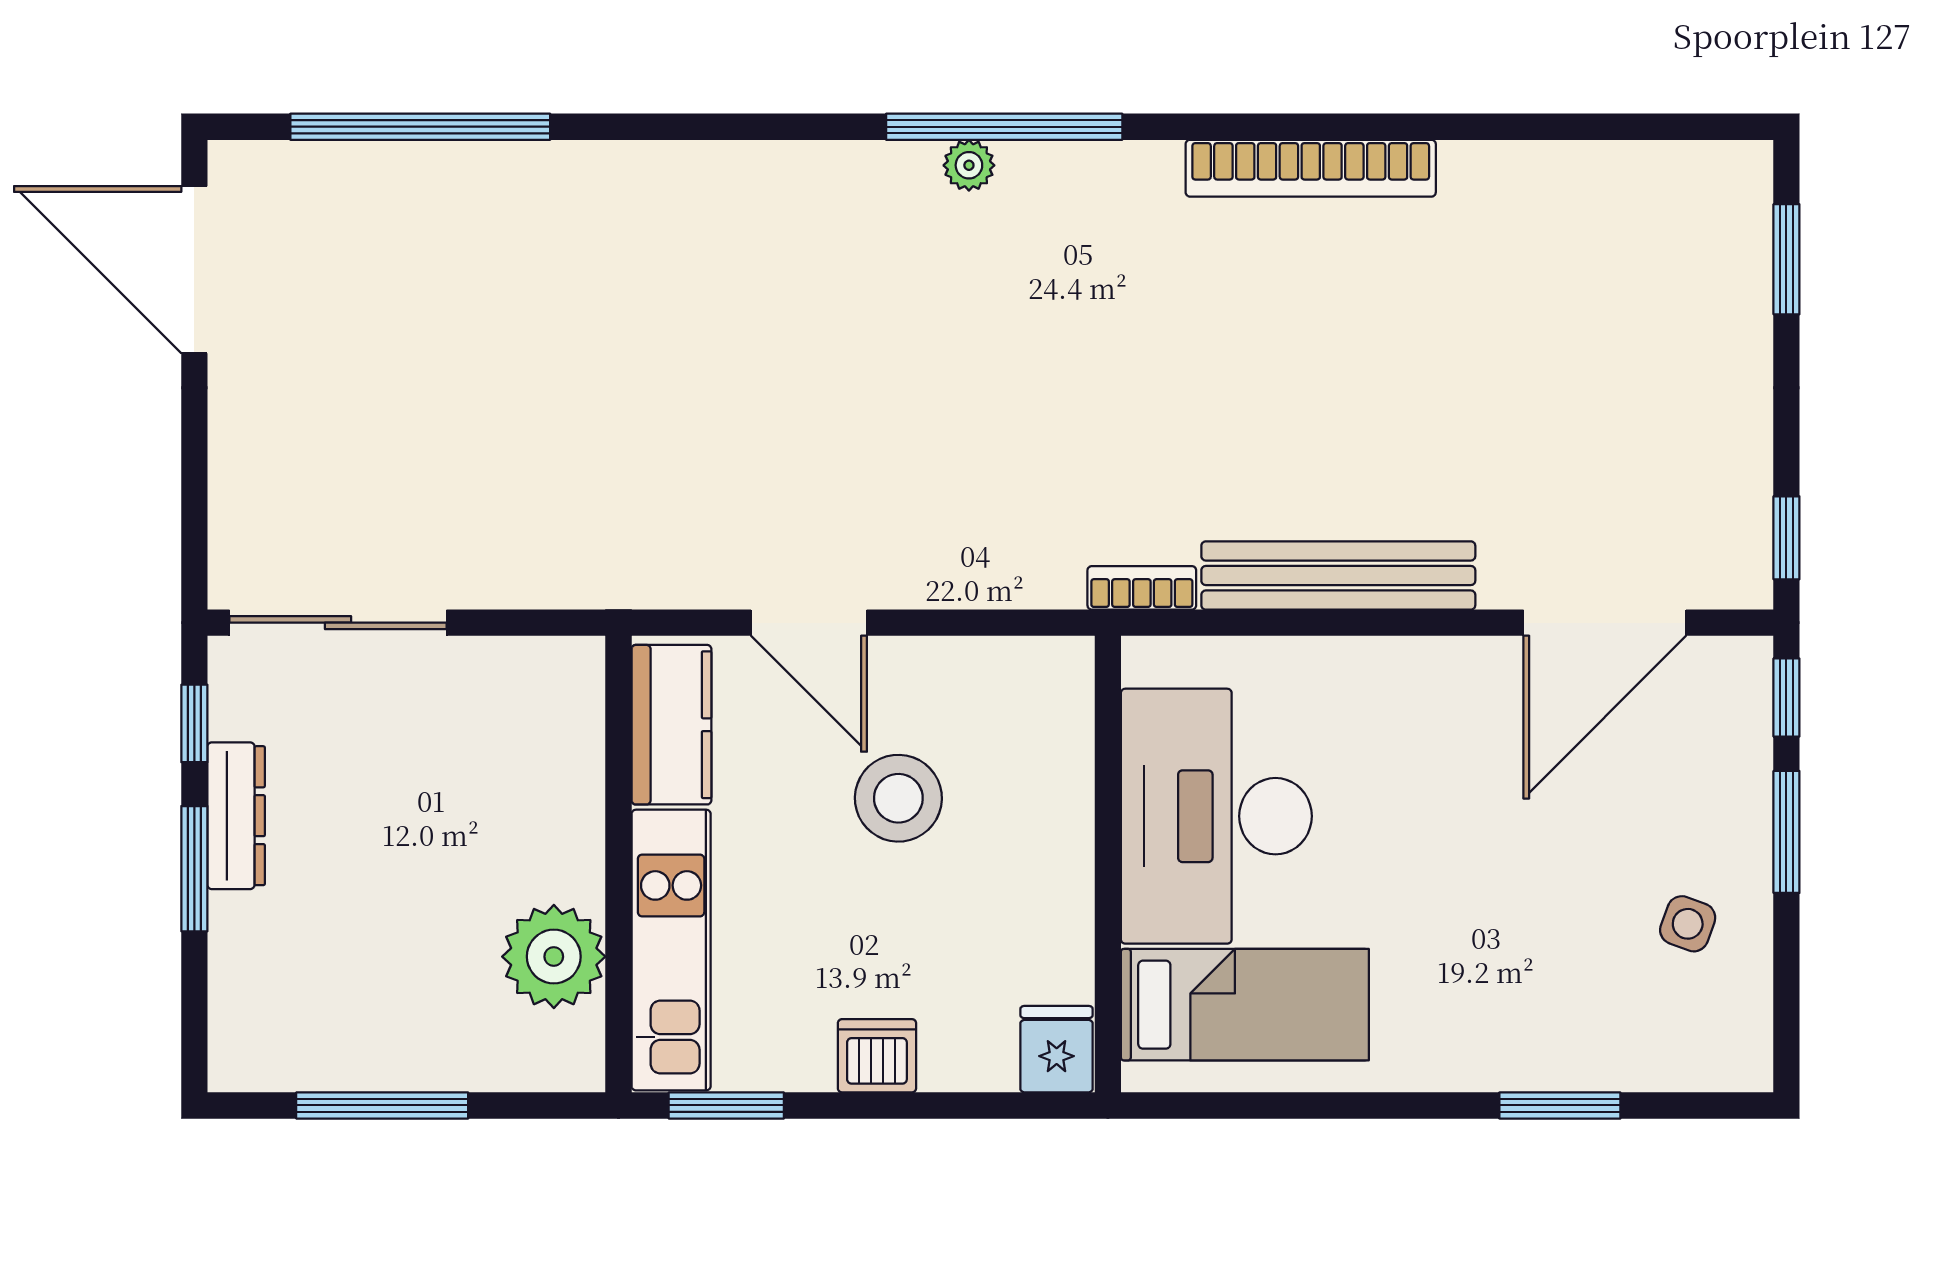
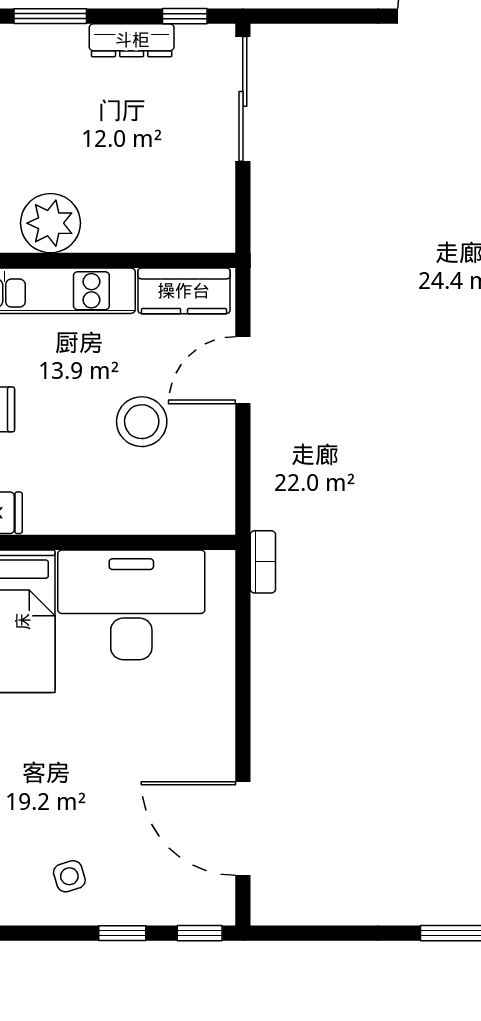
window: (1786, 538) -> (292, 933), removed
bench: (1338, 576) -> (270, 675), removed
window: (1786, 832) -> (122, 933), width x0.67
window: (194, 869) -> (50, 16), moved
side table: (1688, 924) -> (69, 876), turned -37

